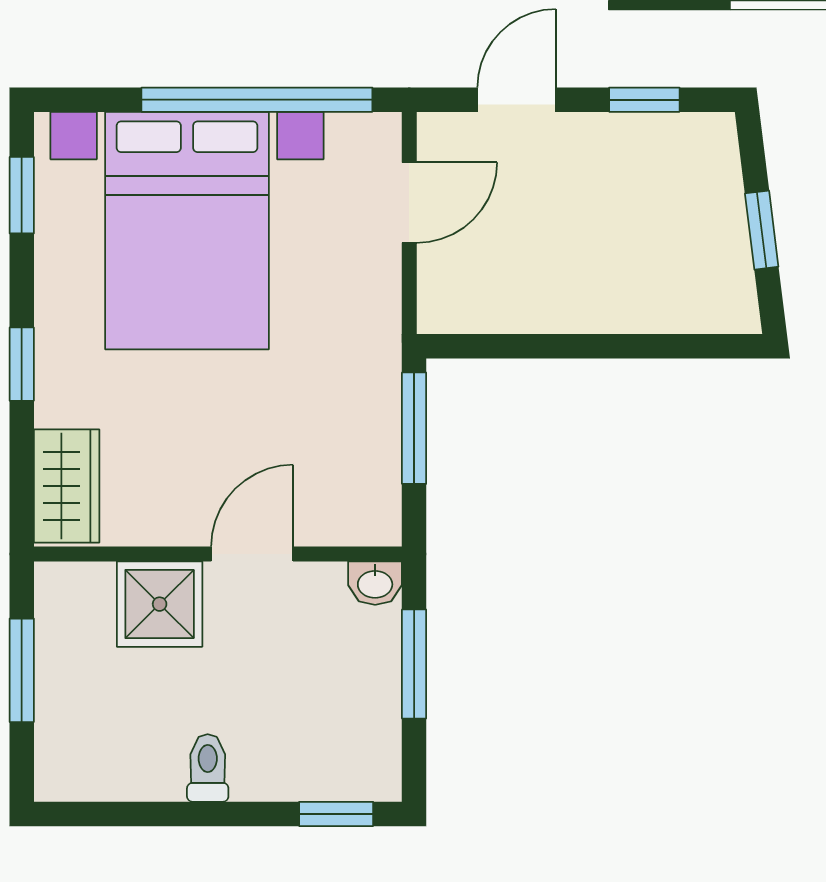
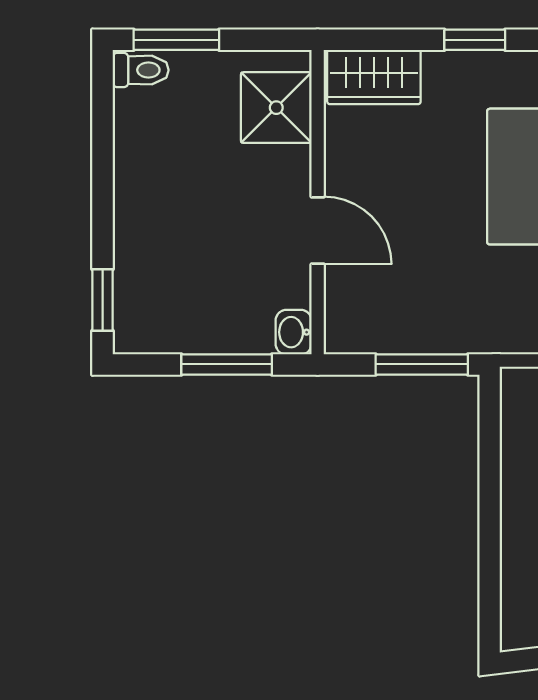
shower: (160, 604) -> (276, 108), moved
window: (22, 670) -> (176, 40), moved
toilet: (208, 768) -> (141, 70), moved

